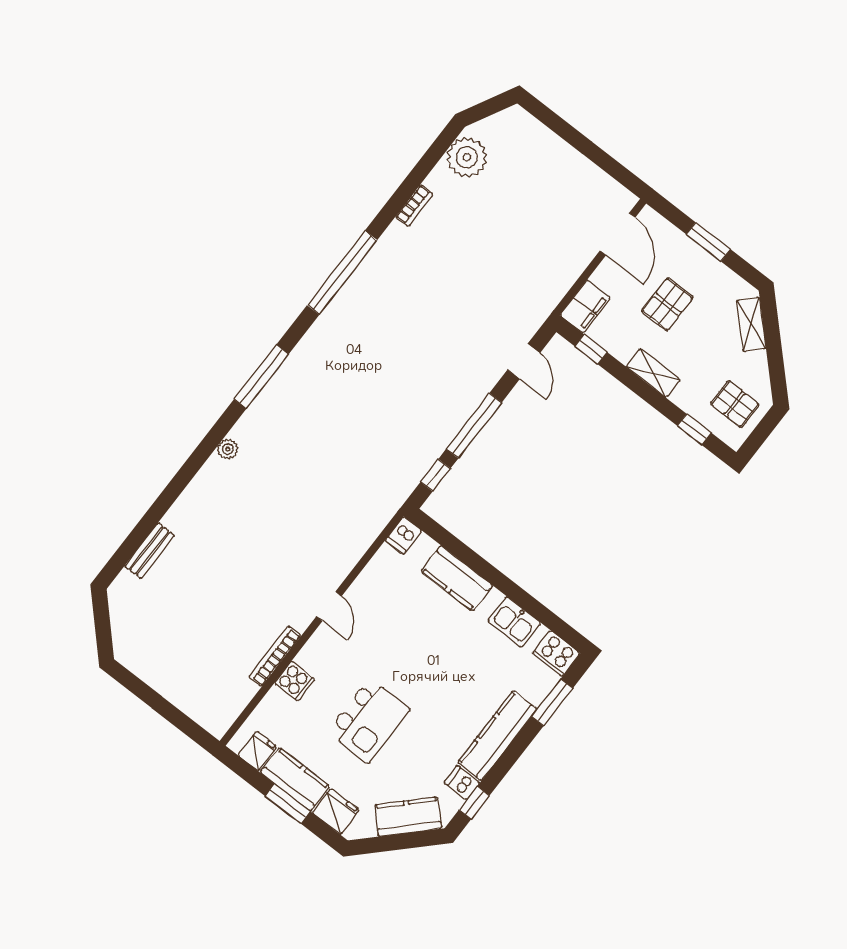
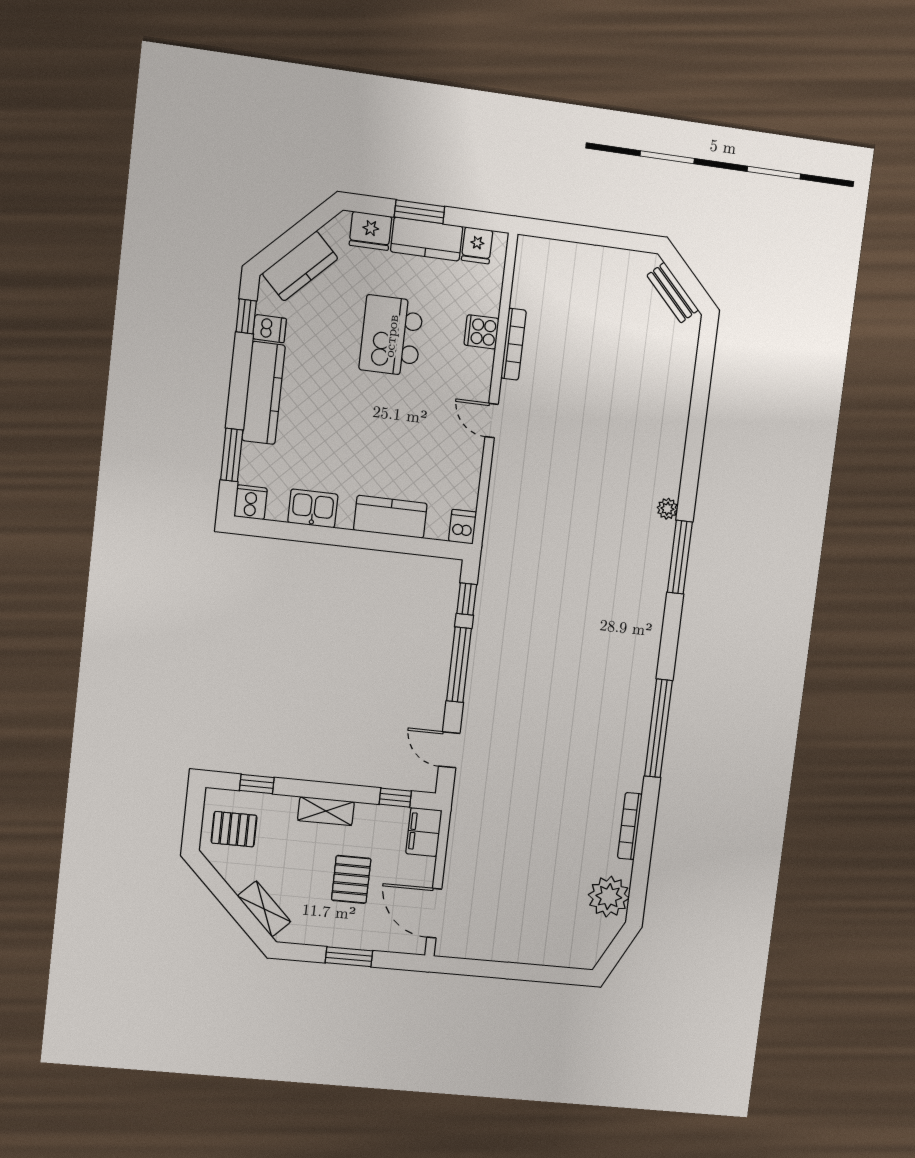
bookcase: (414, 206) -> (630, 826), width x1.56
window: (261, 377) -> (680, 557), moved
bench: (149, 551) -> (673, 293), moved, turned -44
cooker: (556, 653) -> (251, 502), width x0.73

